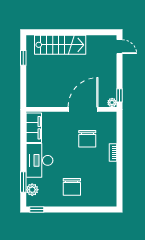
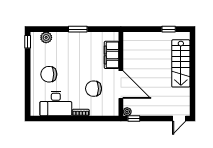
filing cabinet: (34, 128) -> (112, 55), moved, turned 90
desk: (39, 160) -> (56, 103), moved, turned 180
window: (23, 182) -> (78, 29), moved

